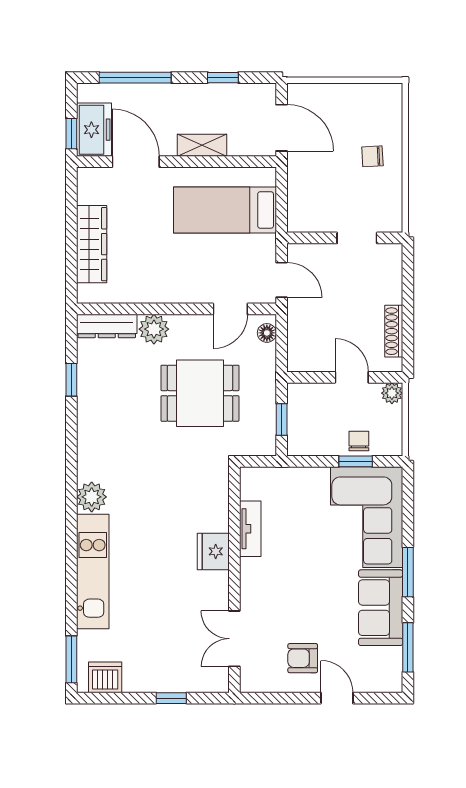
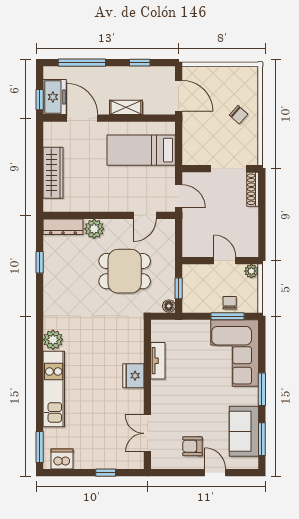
chair: (372, 156) -> (239, 115), turned -135
doorway: (357, 238) -> (228, 169), width x1.38
shoe rack: (394, 331) -> (253, 189), moved
floor lamp: (267, 333) -> (169, 306), moved
window: (356, 461) -> (227, 316), width x1.50
sofa: (381, 608) -> (244, 431), moved

